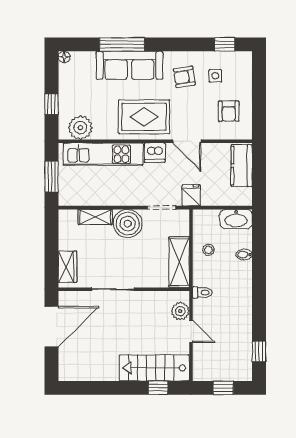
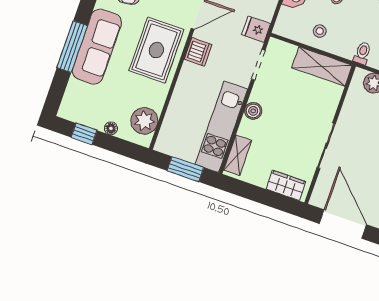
floor lamp: (64, 57) -> (111, 128), moved
window: (52, 104) -> (84, 134), moved
kitchen unit: (103, 154) -> (221, 127), moved, turned 180
shelving: (95, 217) -> (238, 155), moved
boiler: (128, 224) -> (253, 111), width x0.54, depth x0.54

